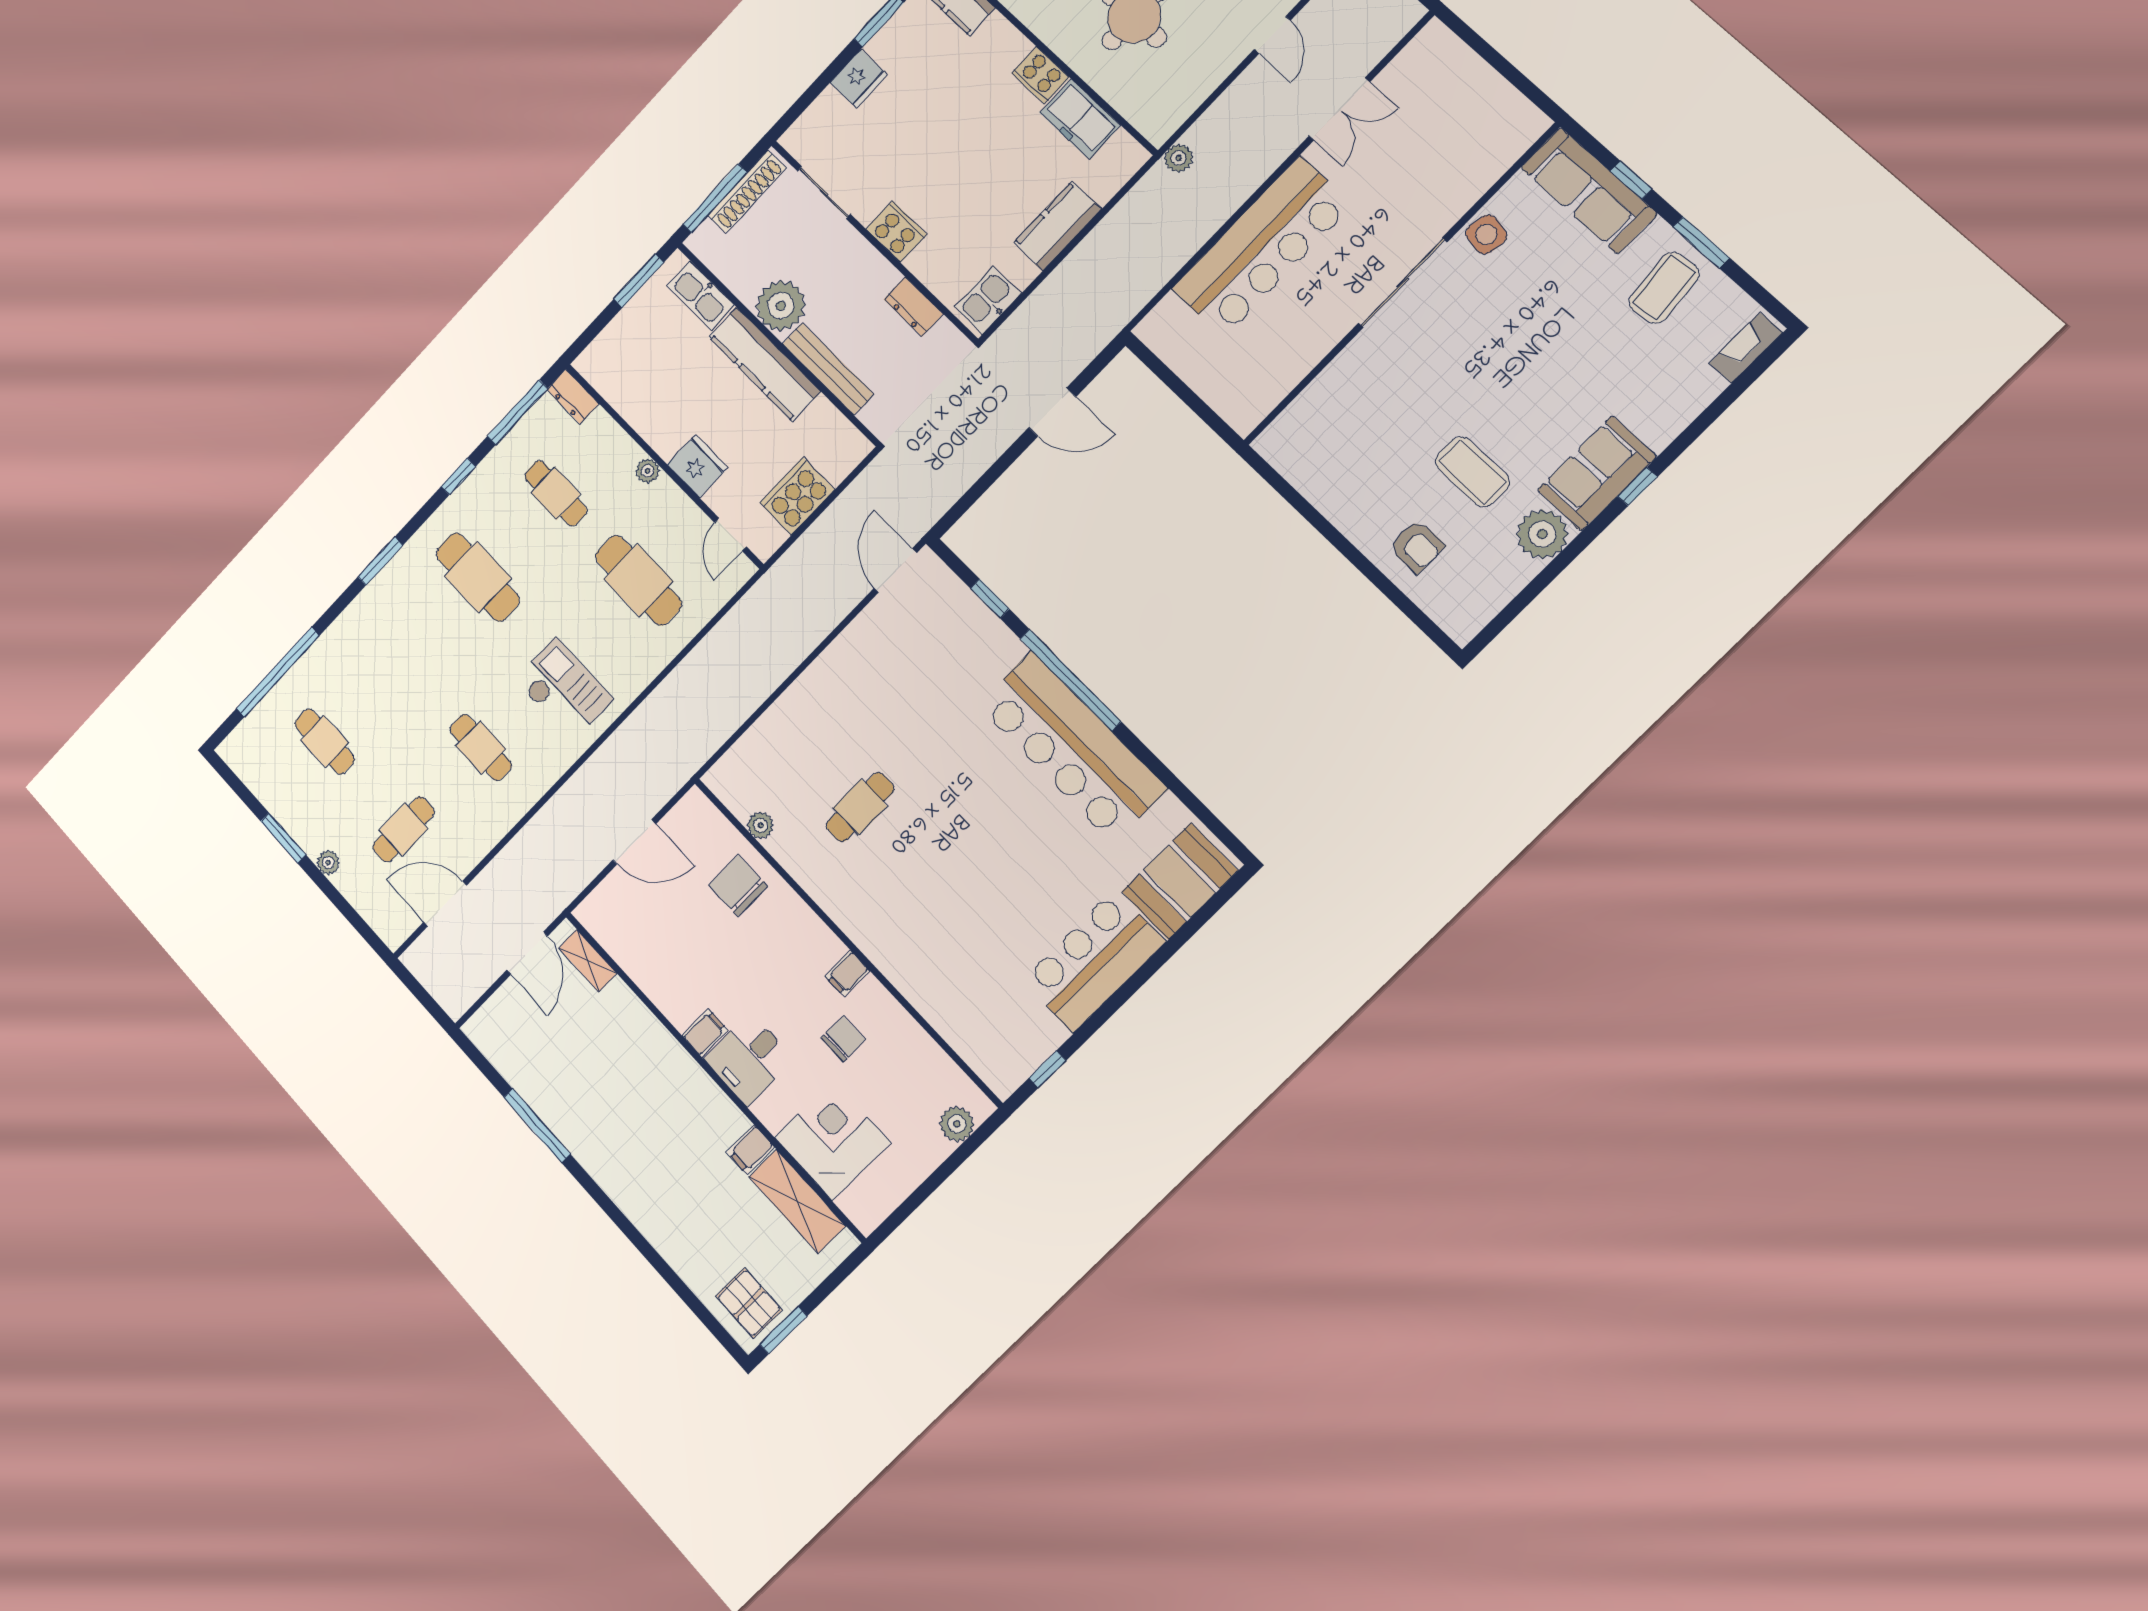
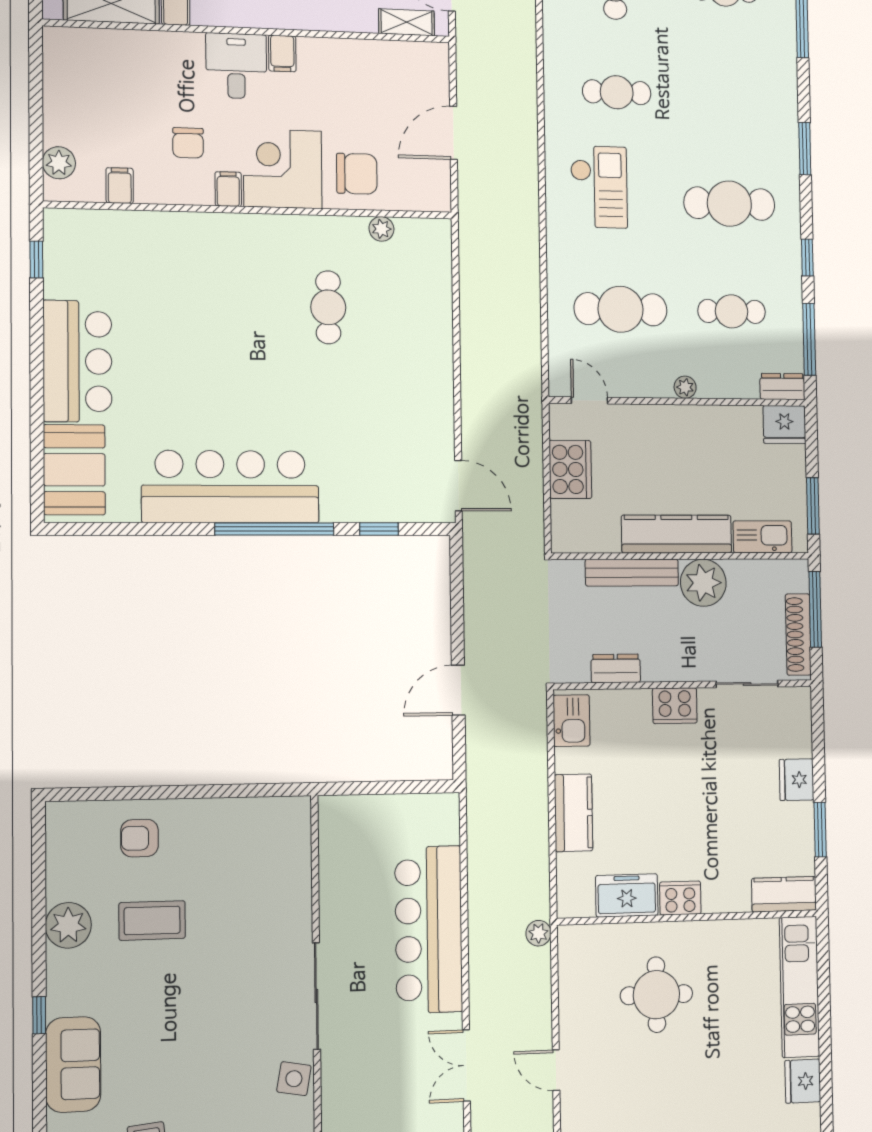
fridge: (697, 466) -> (784, 425), moved
sofa: (1597, 473) -> (73, 1065), moved
checkout: (564, 690) -> (599, 187), turned -90
filing cabinet: (928, 1060) -> (120, 186), added
corner desk: (832, 1140) -> (283, 169), moved, turned 180

